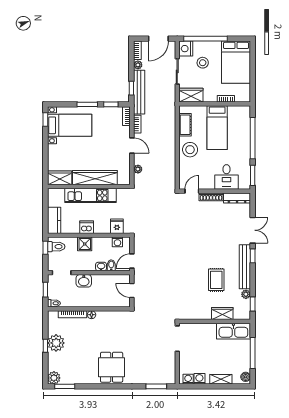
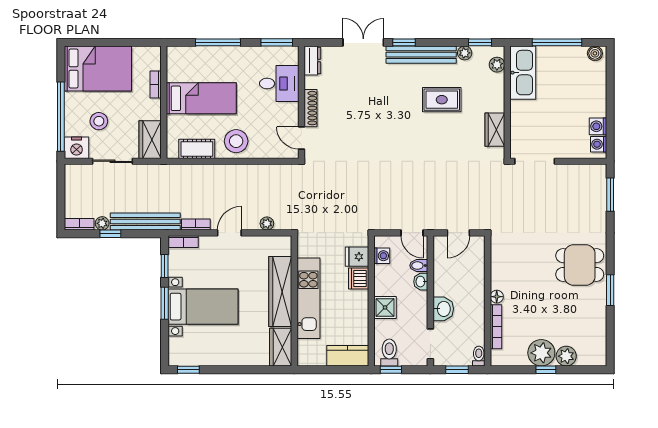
door: (158, 39) -> (61, 191), removed
window: (131, 88) -> (110, 234), moved
bed with nightstands: (70, 125) -> (203, 307), moved, turned 90
window: (253, 138) -> (218, 42), width x0.68
dresser: (237, 198) -> (312, 61), width x0.70
dishwasher: (87, 227) -> (359, 278), moved
wardrobe: (222, 313) -> (495, 130), moved
plant: (238, 315) -> (497, 65), added
plant: (54, 378) -> (566, 356), moved
shelving: (221, 379) -> (599, 92), removed
window: (65, 386) -> (610, 290), moved

